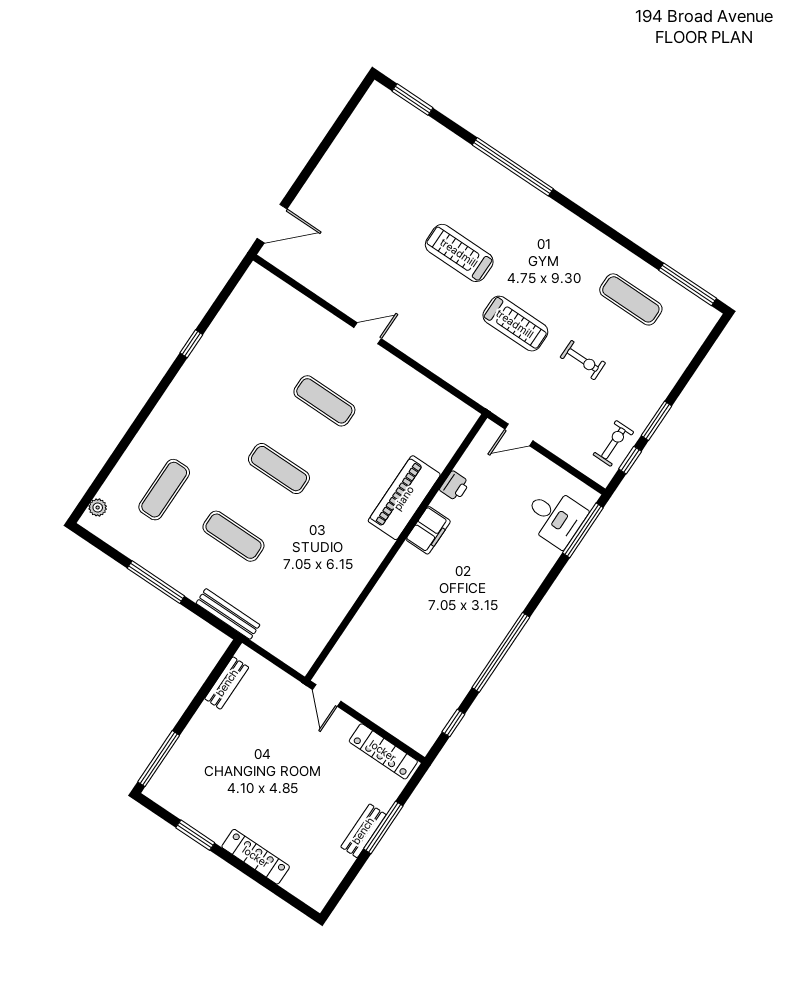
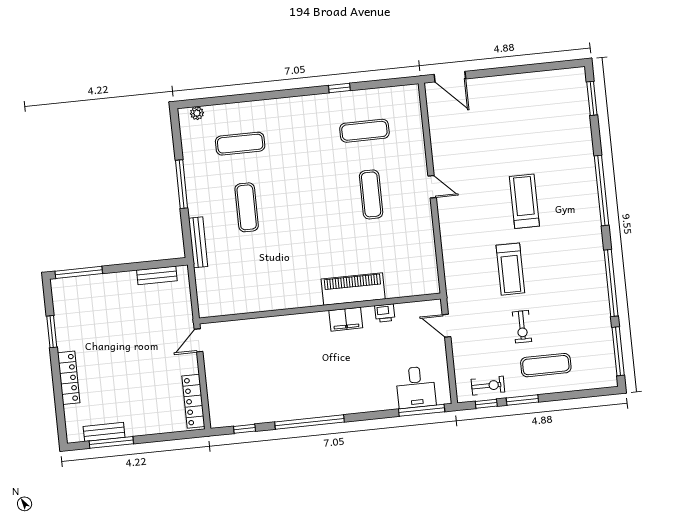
window: (613, 234) -> (611, 283), added
exercise mat: (631, 299) -> (546, 365), moved, turned 90
exercise mat: (279, 469) -> (364, 131), moved, turned 90
window: (383, 827) -> (111, 442), moved
bench: (363, 831) -> (104, 432), moved

